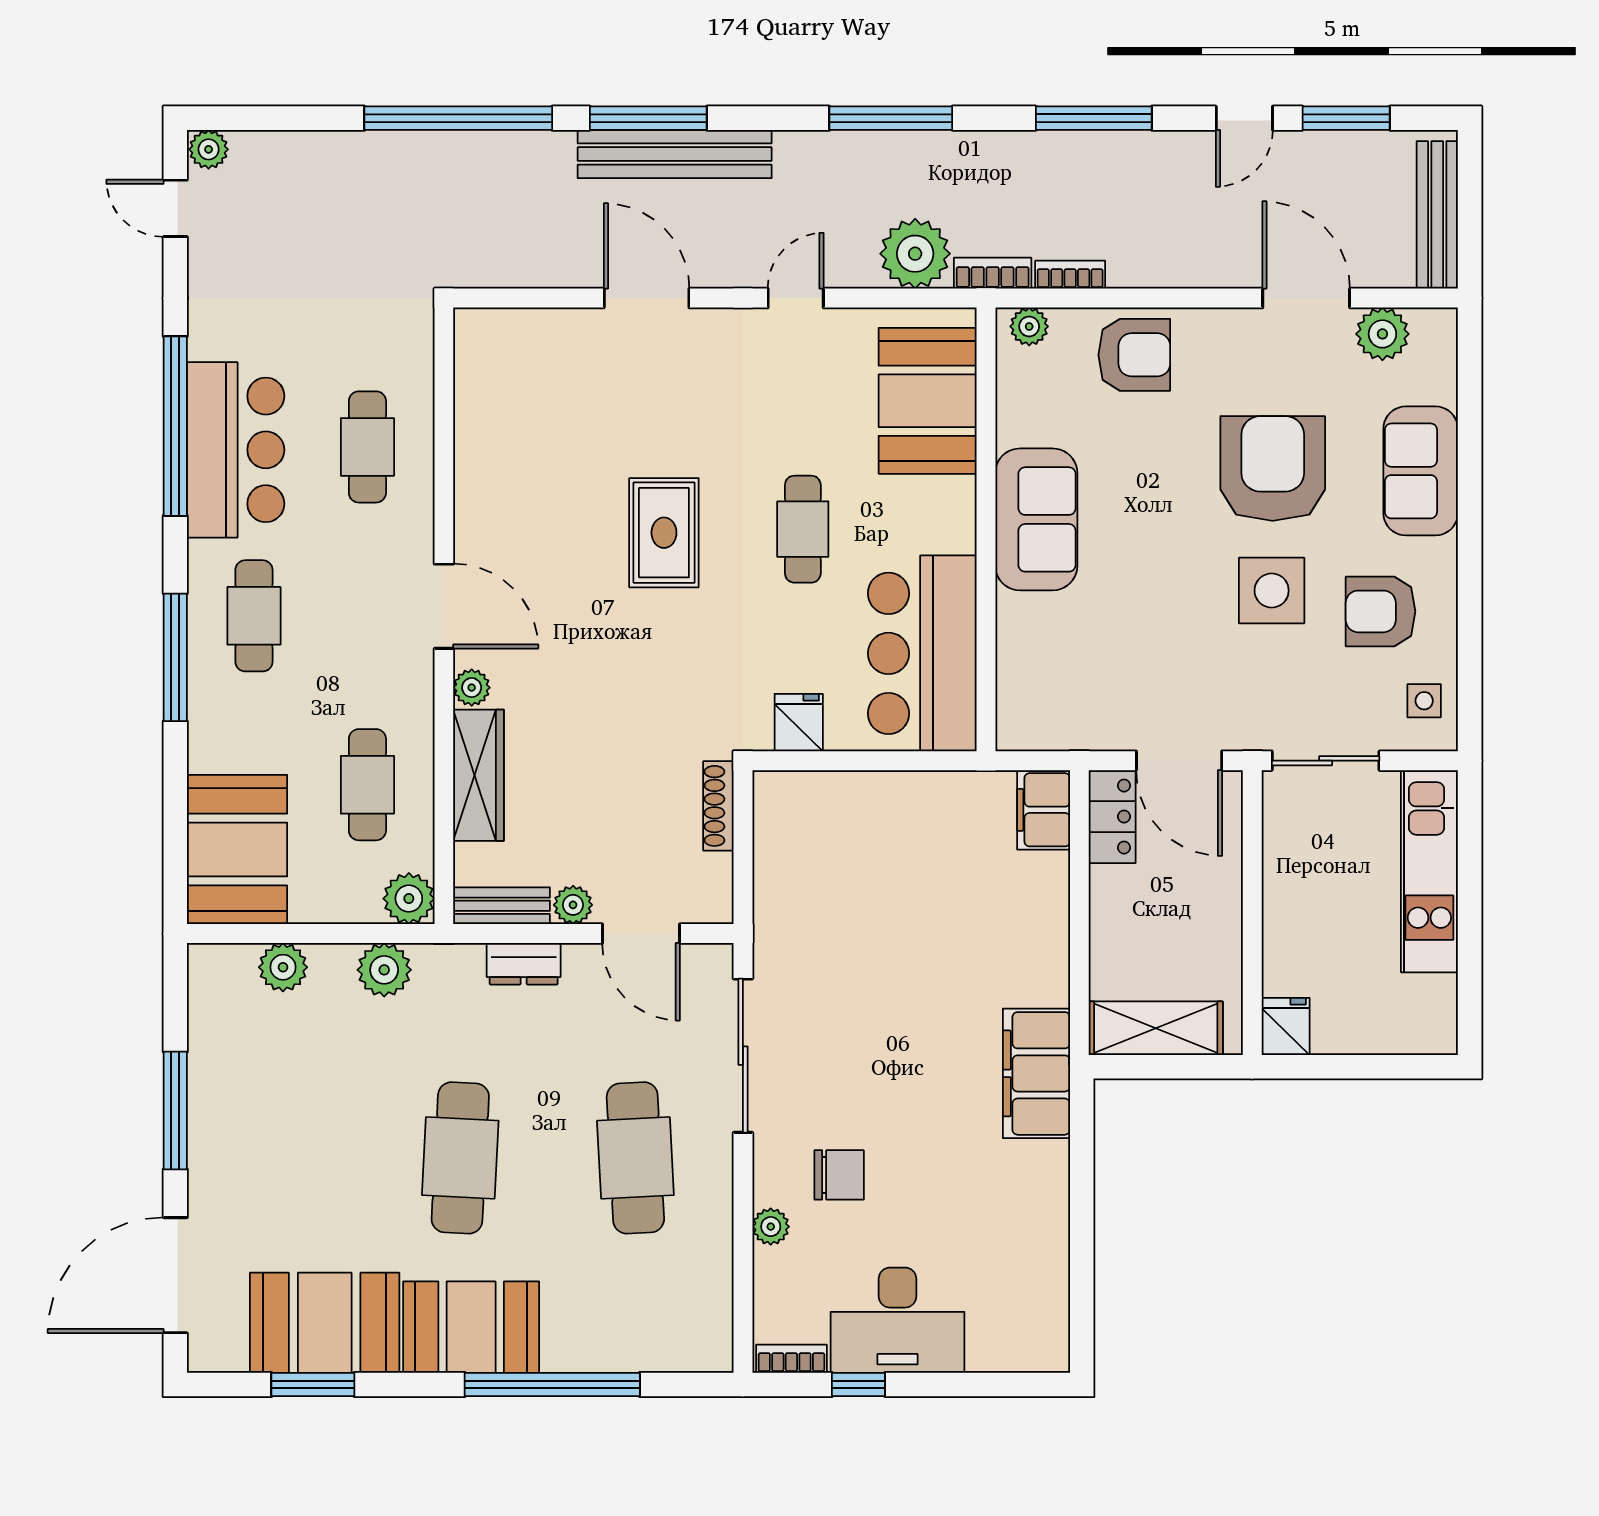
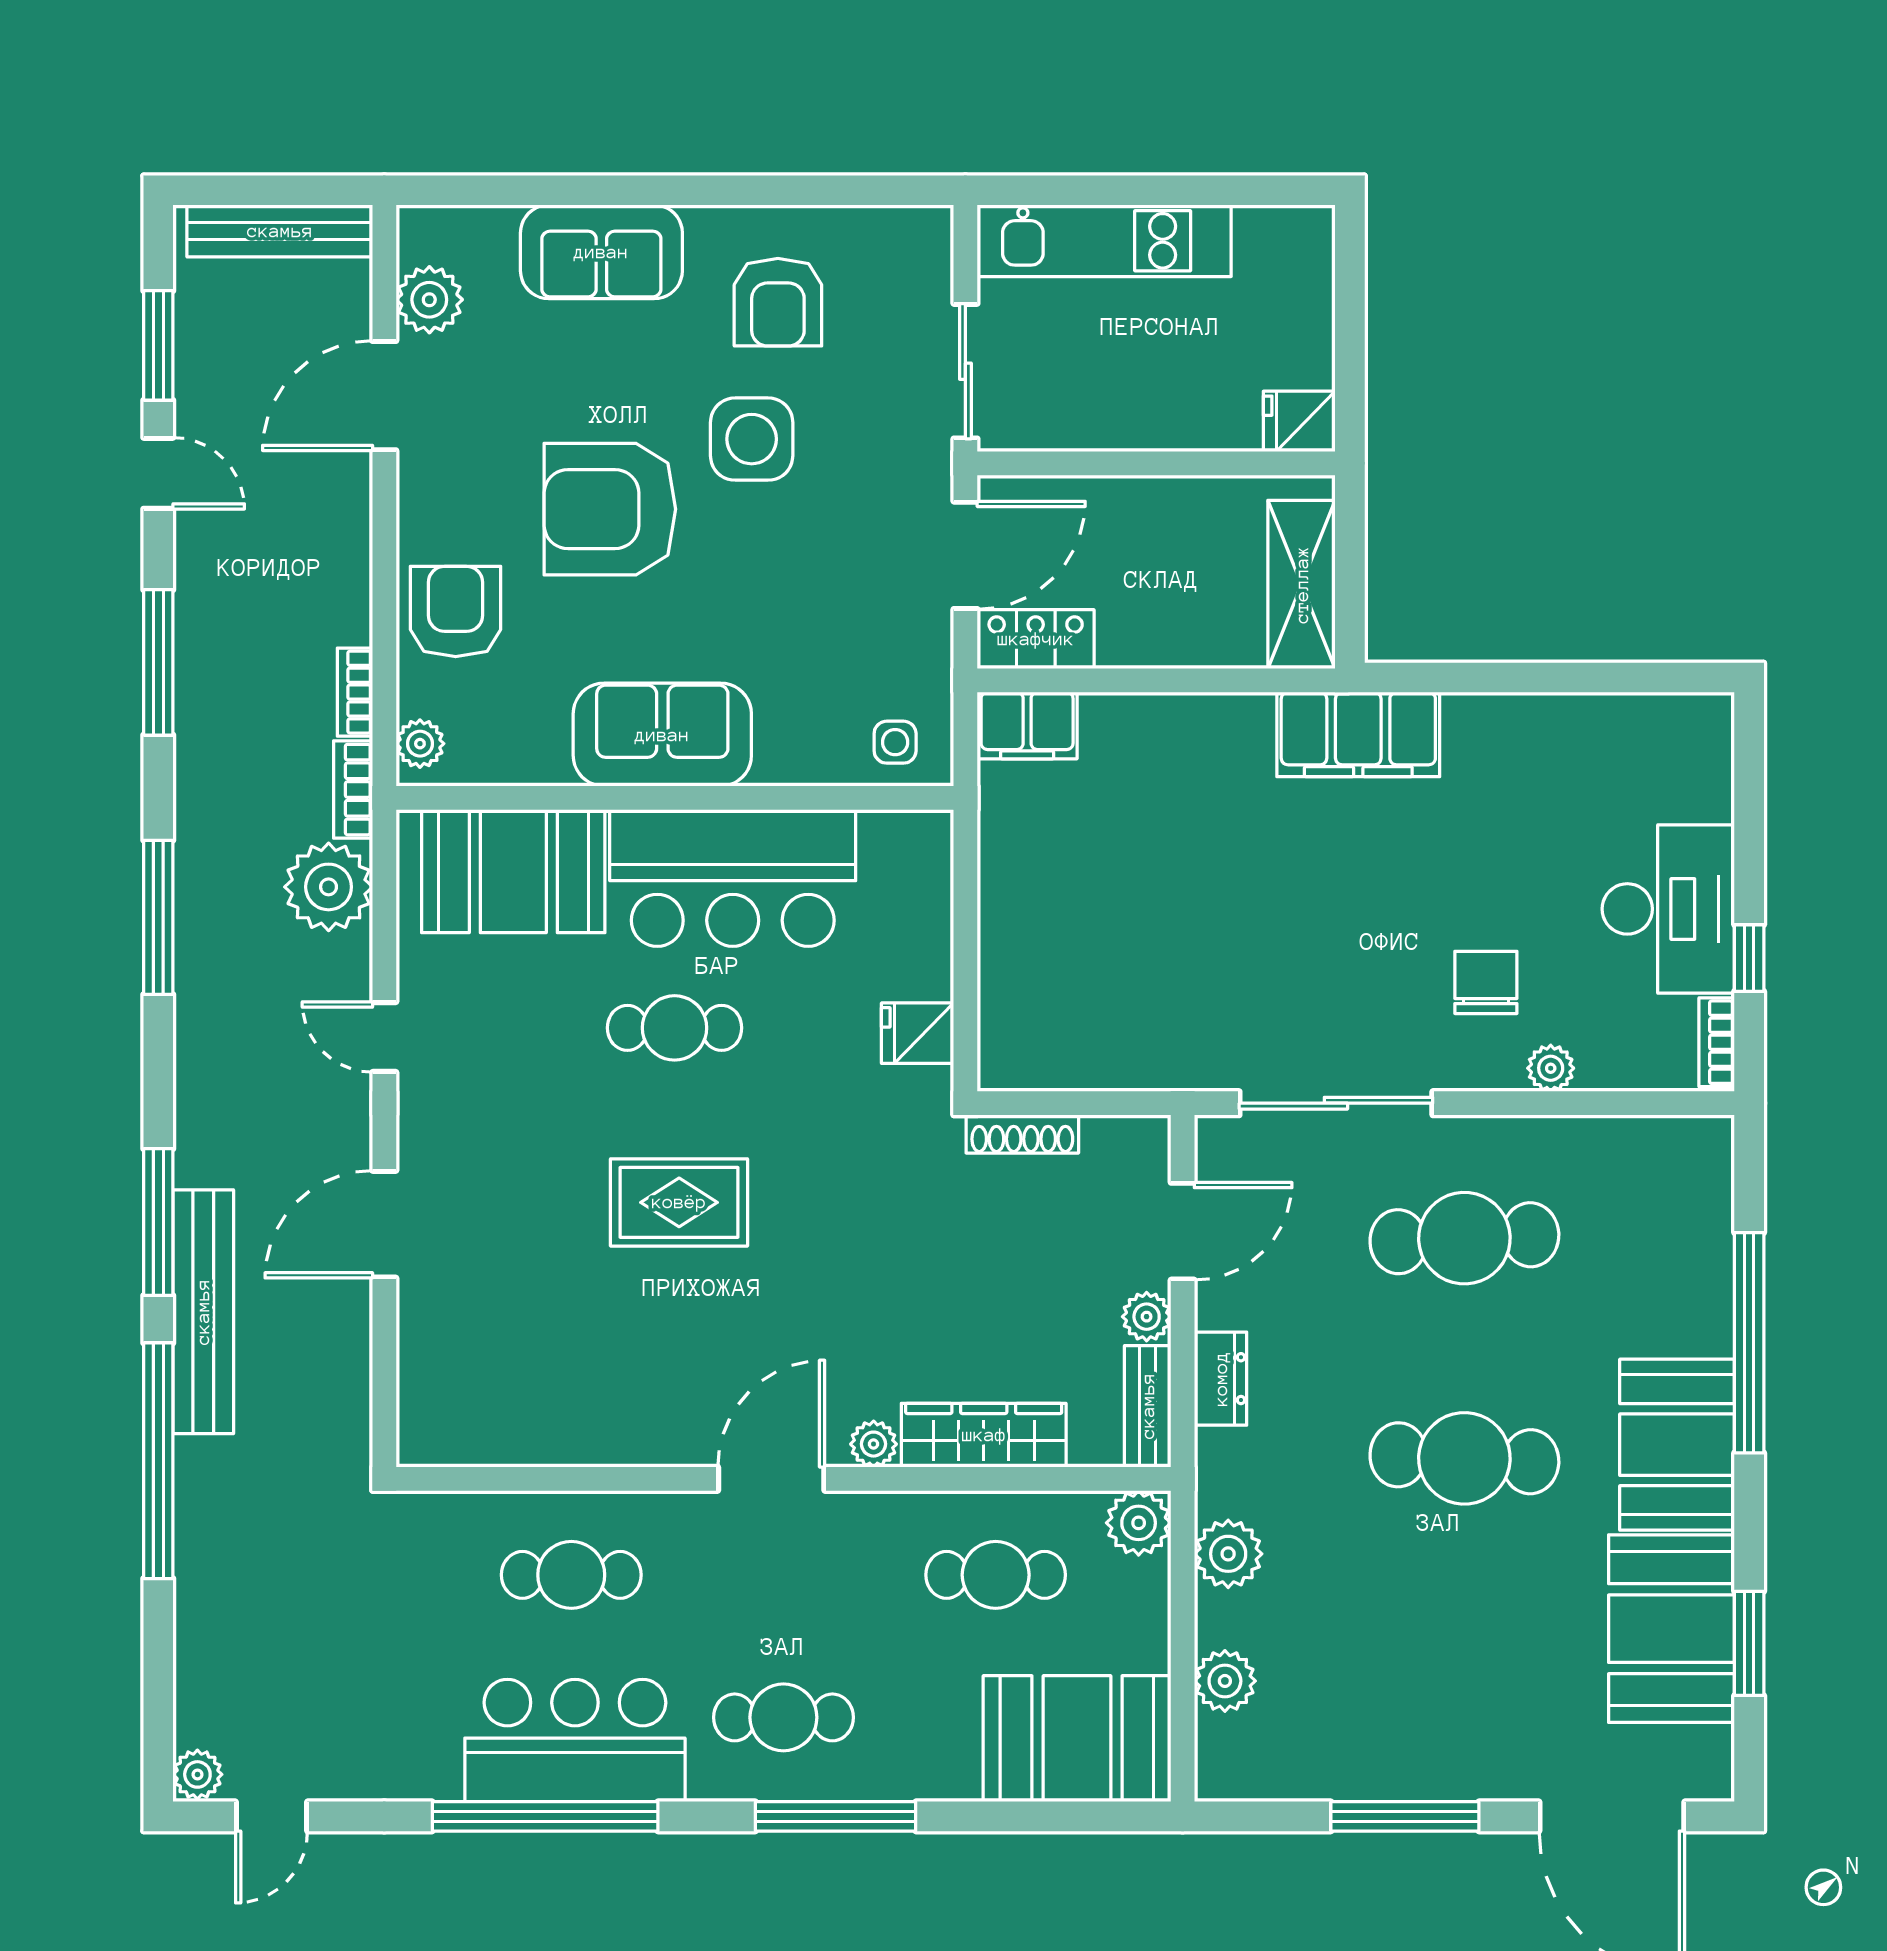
bench: (675, 154) -> (203, 1312), moved
armchair: (1273, 468) -> (610, 509), moved
bar counter: (922, 653) -> (733, 878), moved
side table: (1424, 701) -> (895, 742), moved

